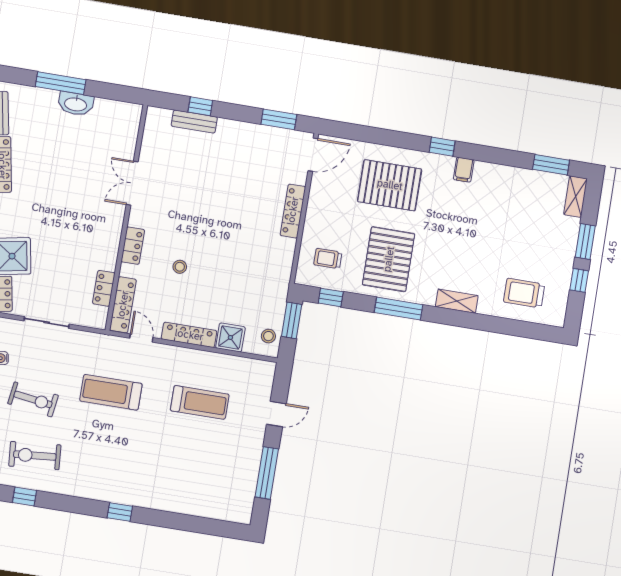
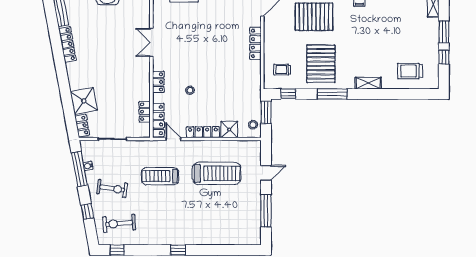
treadmill: (200, 402) -> (217, 173), width x1.37, depth x1.38

